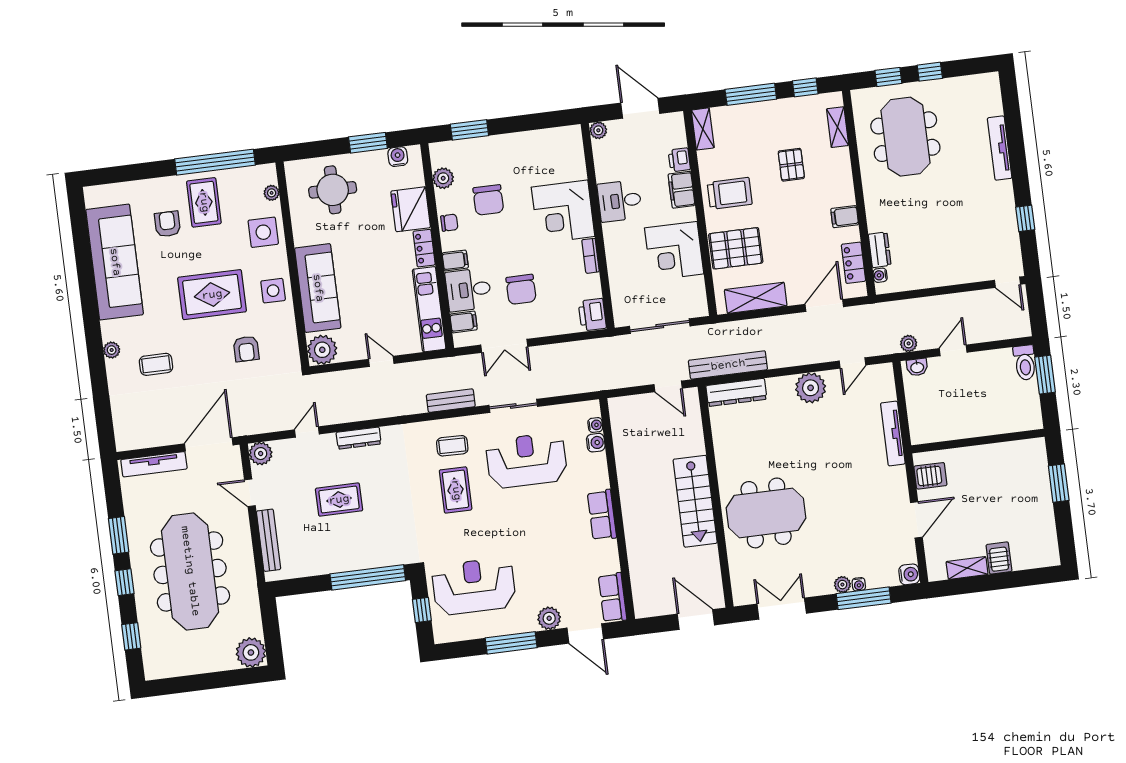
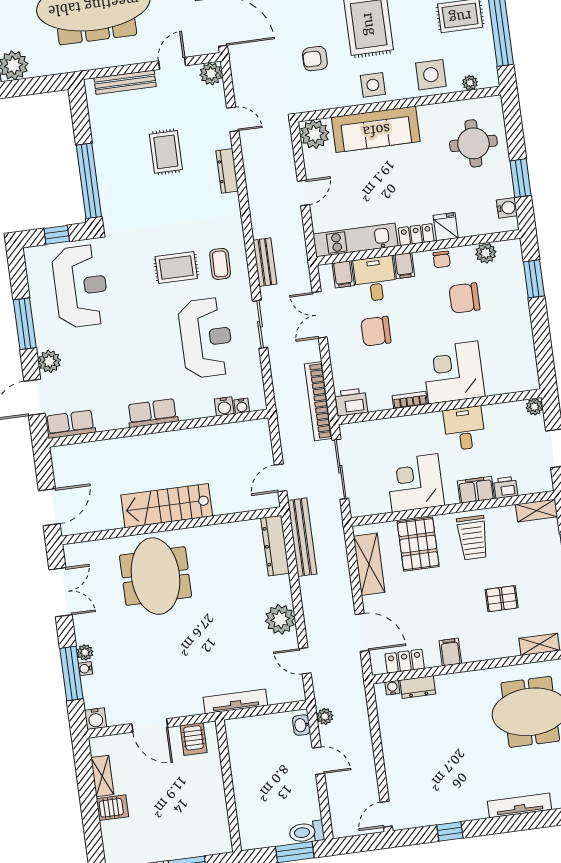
fridge: (411, 209) -> (446, 227), width x0.53, depth x0.75
bookcase: (591, 348) -> (318, 401), added

